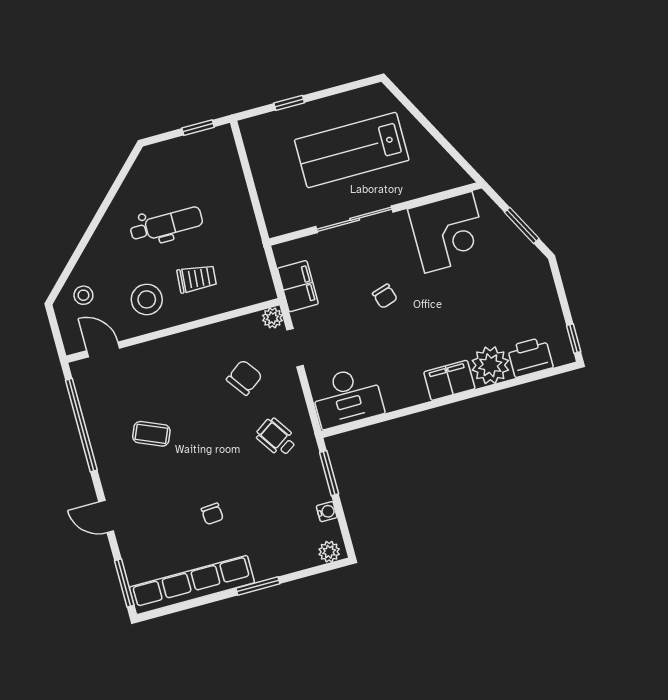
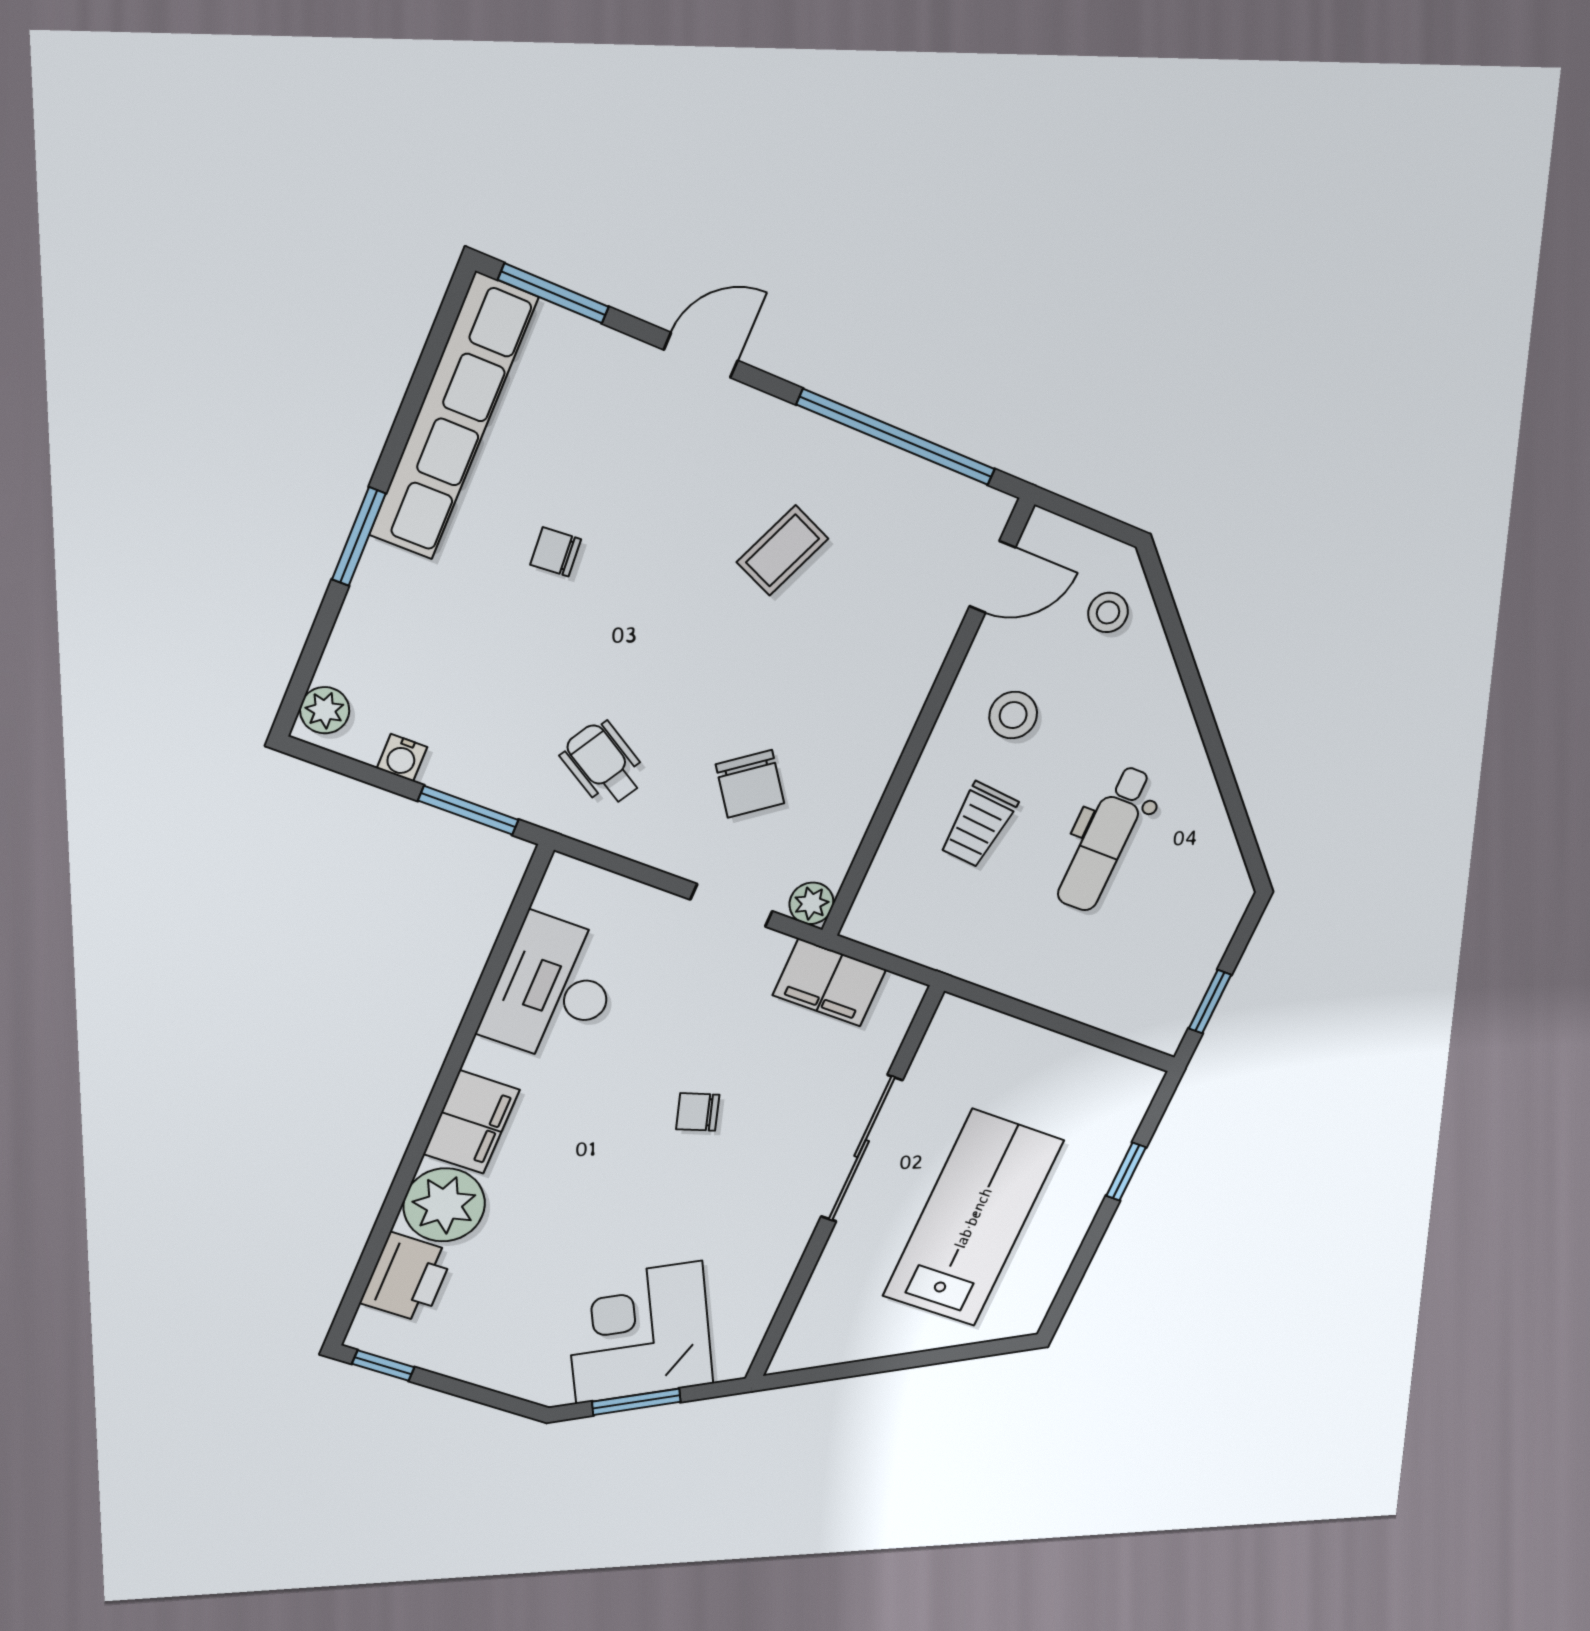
corner desk: (448, 232) -> (639, 1333), moved, turned 62
stool: (147, 299) -> (1013, 715), width x0.73, depth x0.73
desk: (347, 397) -> (553, 989), moved
wheelchair: (276, 437) -> (604, 764), turned -115

